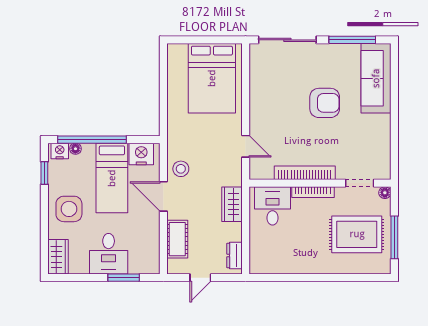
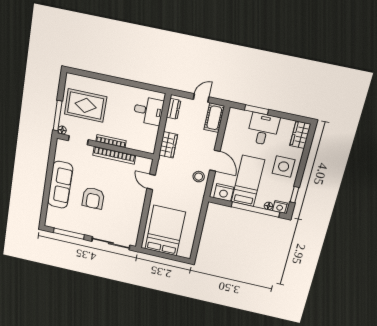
sofa: (376, 78) -> (60, 185), moved
armchair: (325, 103) -> (93, 198), turned -90
desk: (273, 206) -> (148, 111), moved, turned -90
window: (394, 237) -> (58, 116), moved
cot: (177, 239) -> (214, 118), moved

